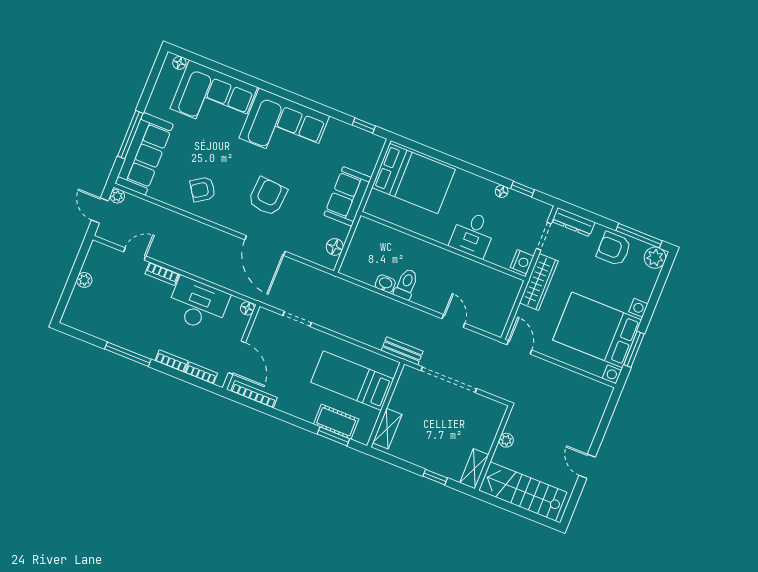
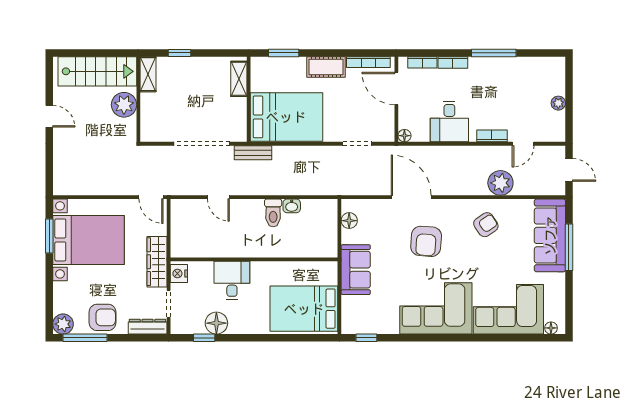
floor lamp: (502, 191) -> (216, 323), width x1.89, depth x1.89
plant: (117, 196) -> (500, 183), moved, width x1.88, depth x1.88
desk: (198, 305) -> (449, 122), width x0.73
bed: (352, 381) -> (286, 117), width x1.50
cot: (336, 422) -> (326, 67), moved
plant: (506, 440) -> (124, 105), width x1.87, depth x1.87

